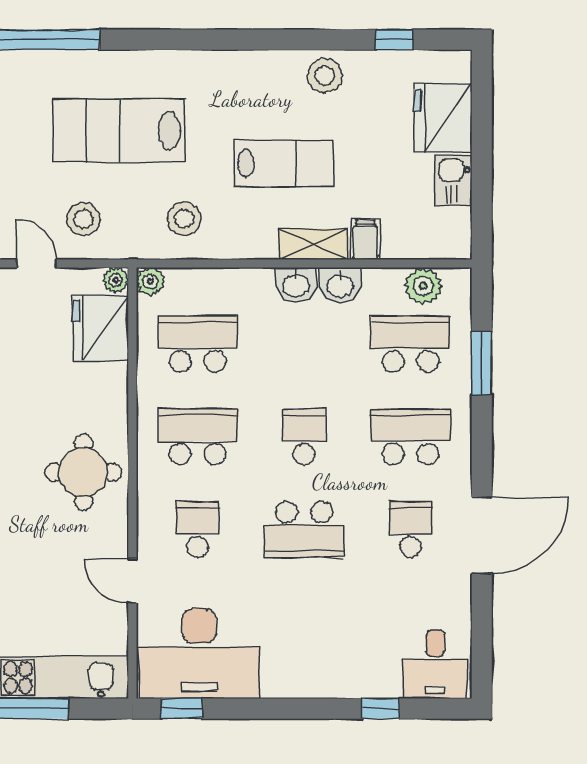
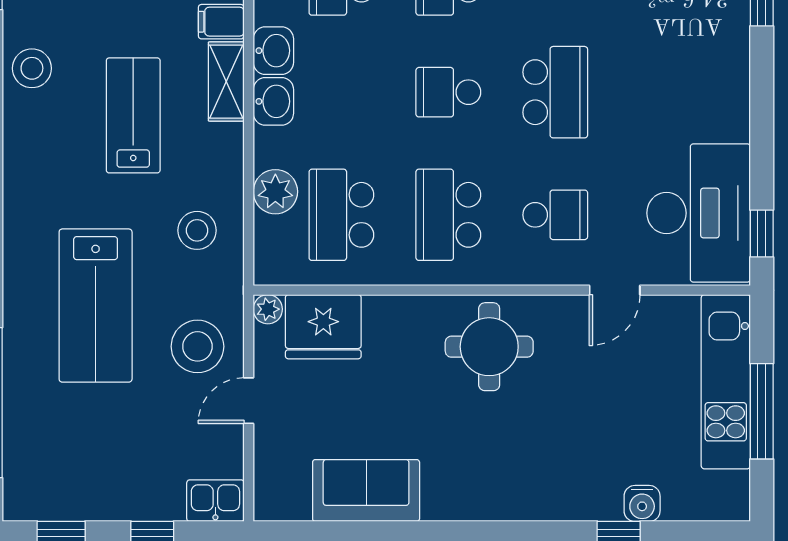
stool: (83, 219) -> (197, 346), width x1.38, depth x1.38
plant: (150, 281) -> (275, 192), moved, width x1.38, depth x1.38
school desk: (198, 529) -> (555, 215), turned 180

